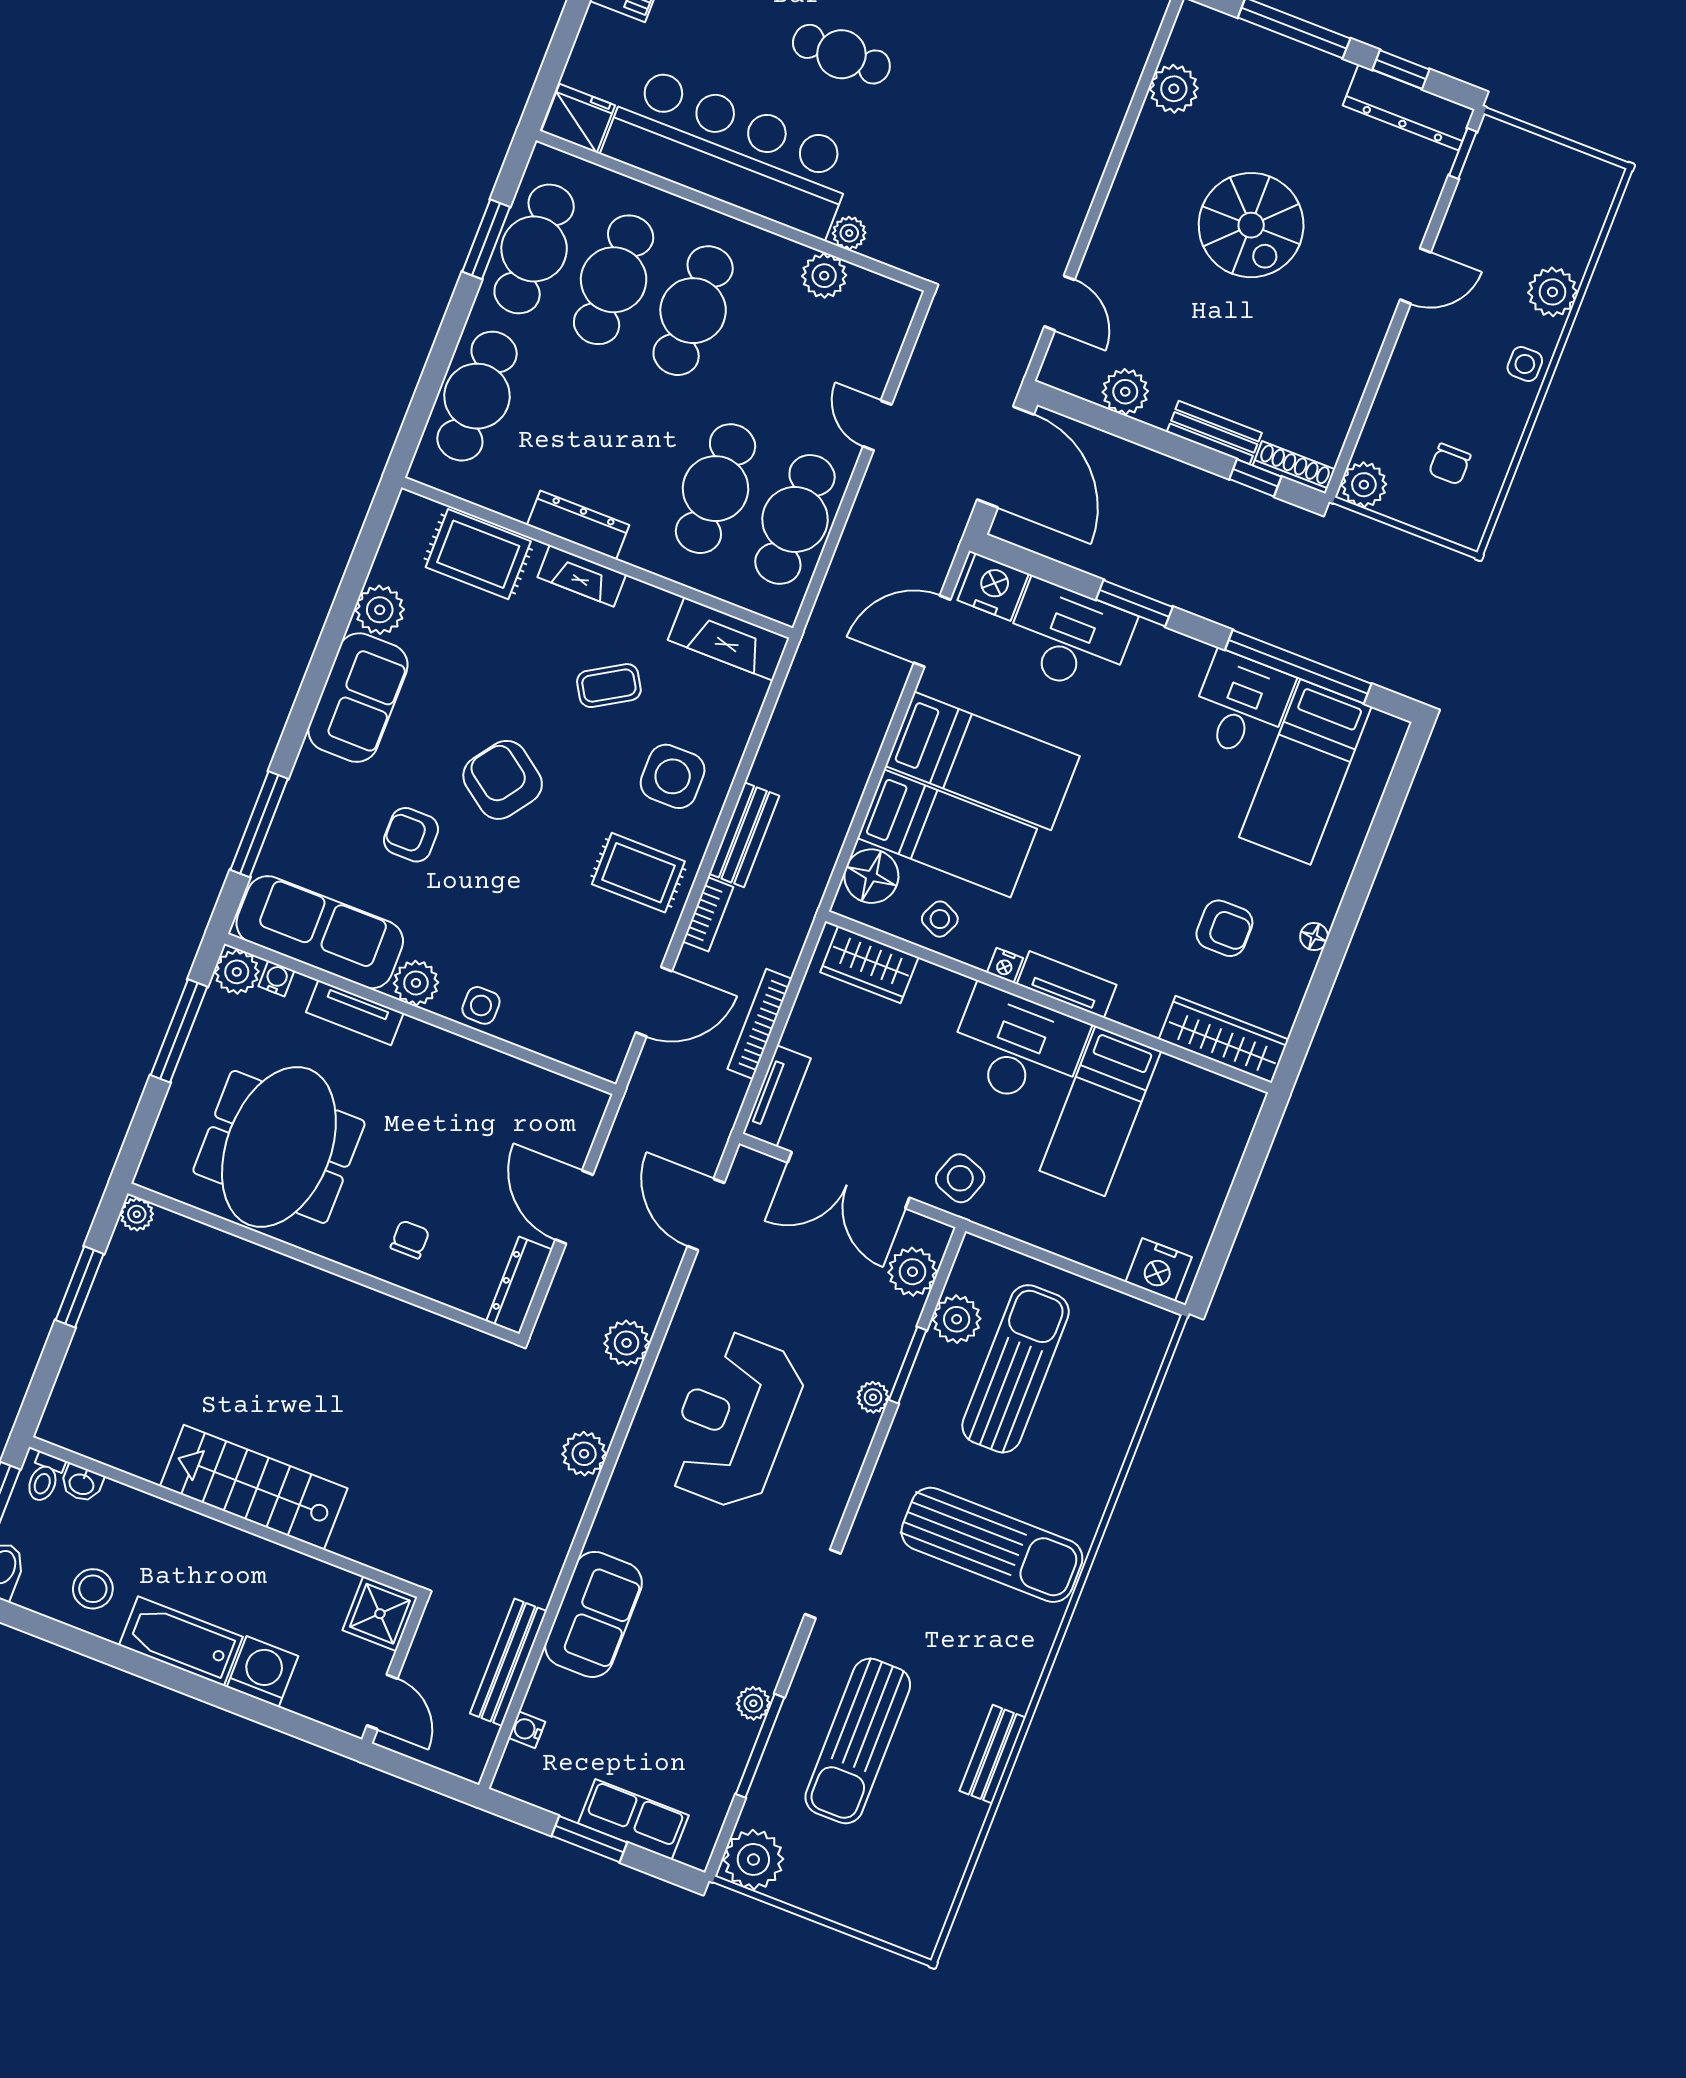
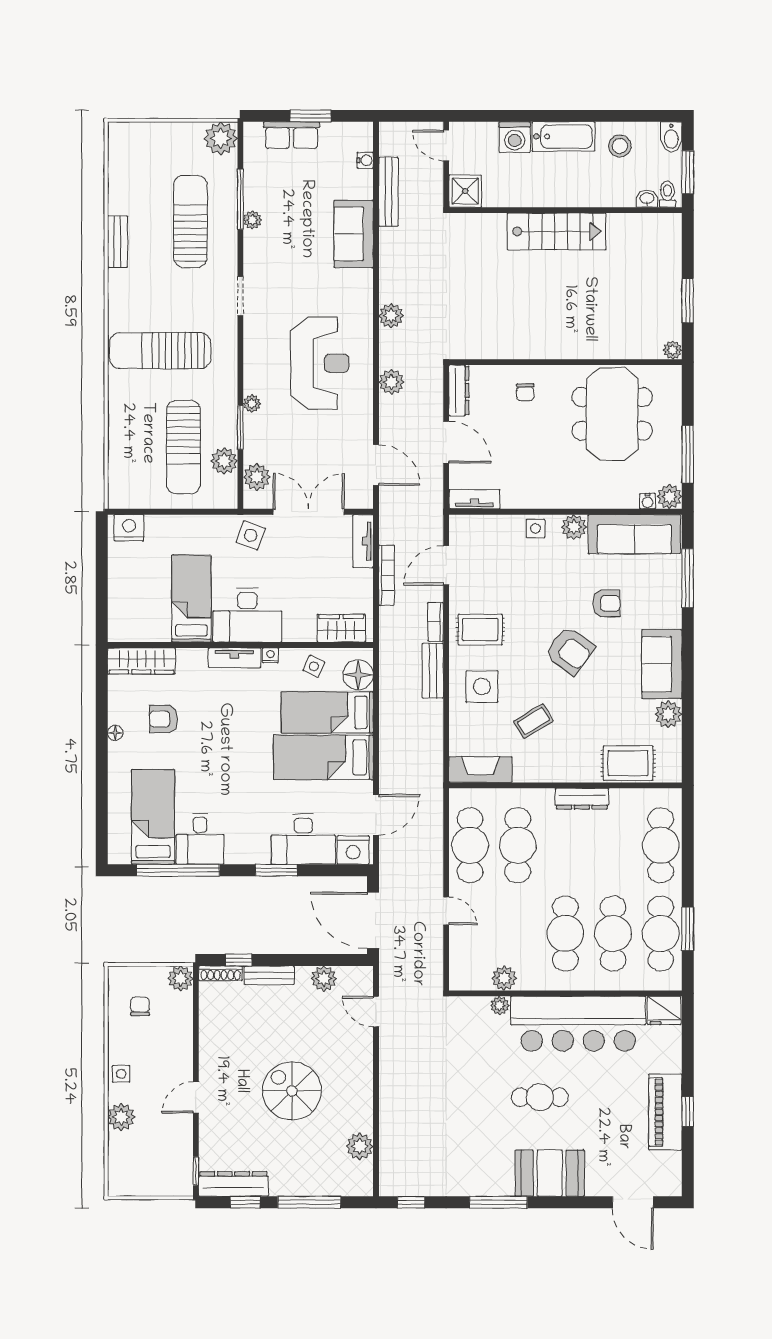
fireplace: (582, 576) -> (570, 773), removed
tv unit: (355, 1013) -> (474, 499), moved

